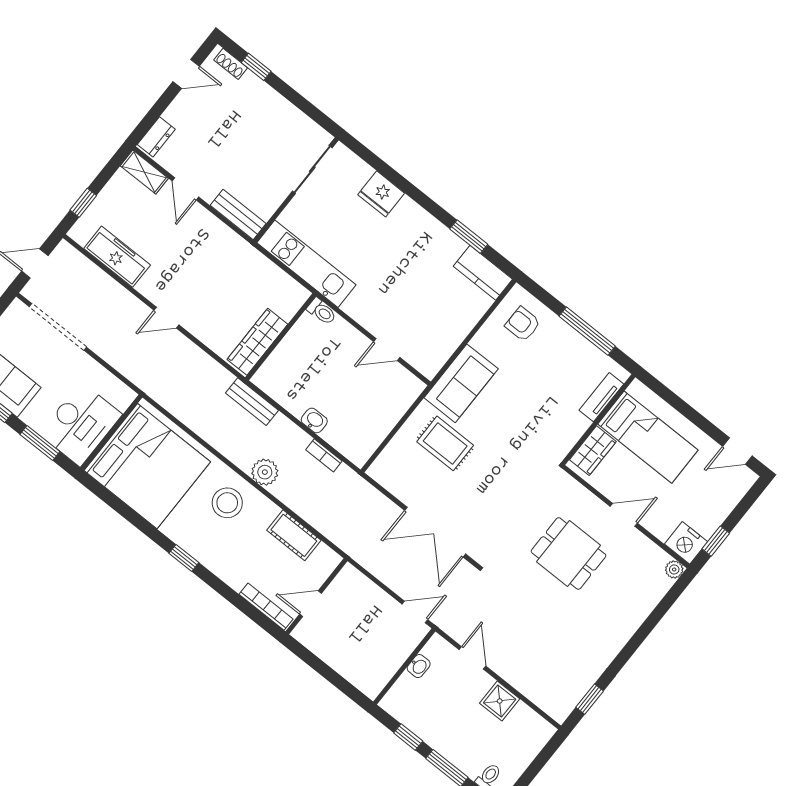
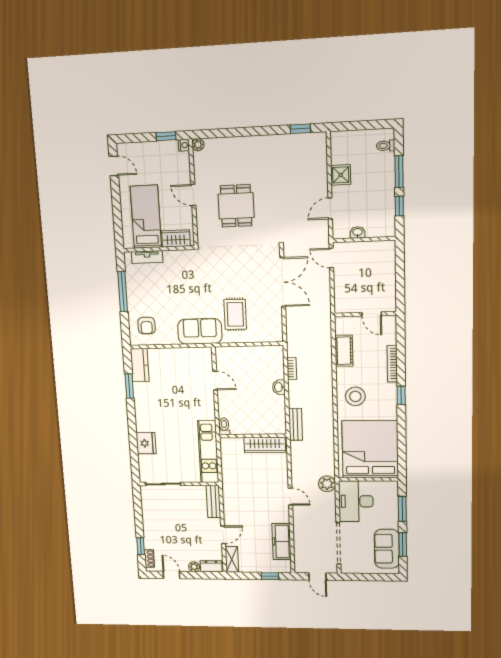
plant: (173, 114) -> (194, 567), added
desk: (81, 424) -> (356, 501), moved, turned -90
plant: (265, 472) -> (327, 484), moved
nightstand: (686, 543) -> (184, 145), width x0.53, depth x0.56
bookcase: (266, 607) -> (392, 364), moved

